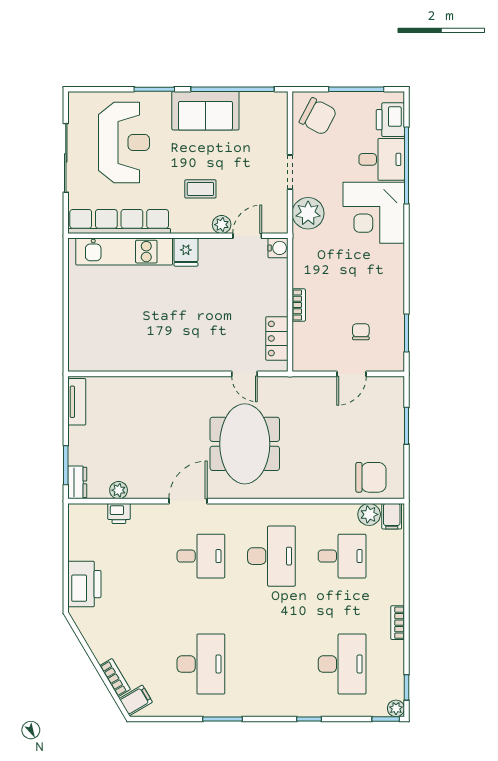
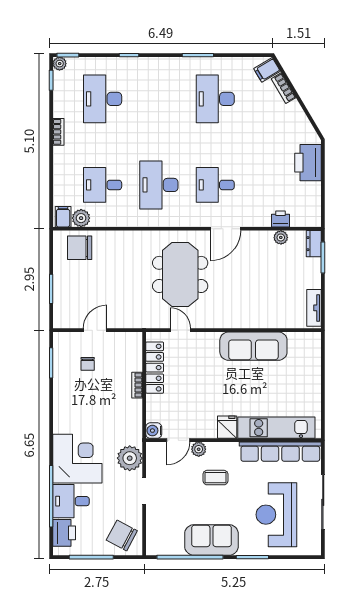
locker: (277, 338) -> (155, 368), width x1.53
sofa: (153, 354) -> (253, 346), added

